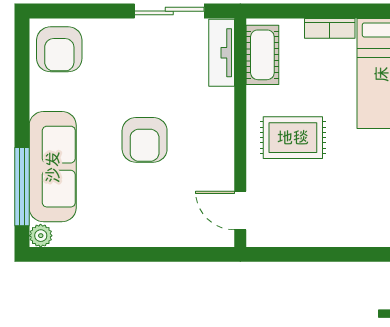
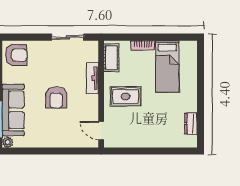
armchair: (59, 49) -> (16, 55), turned -90
tv unit: (222, 53) -> (92, 78), moved

